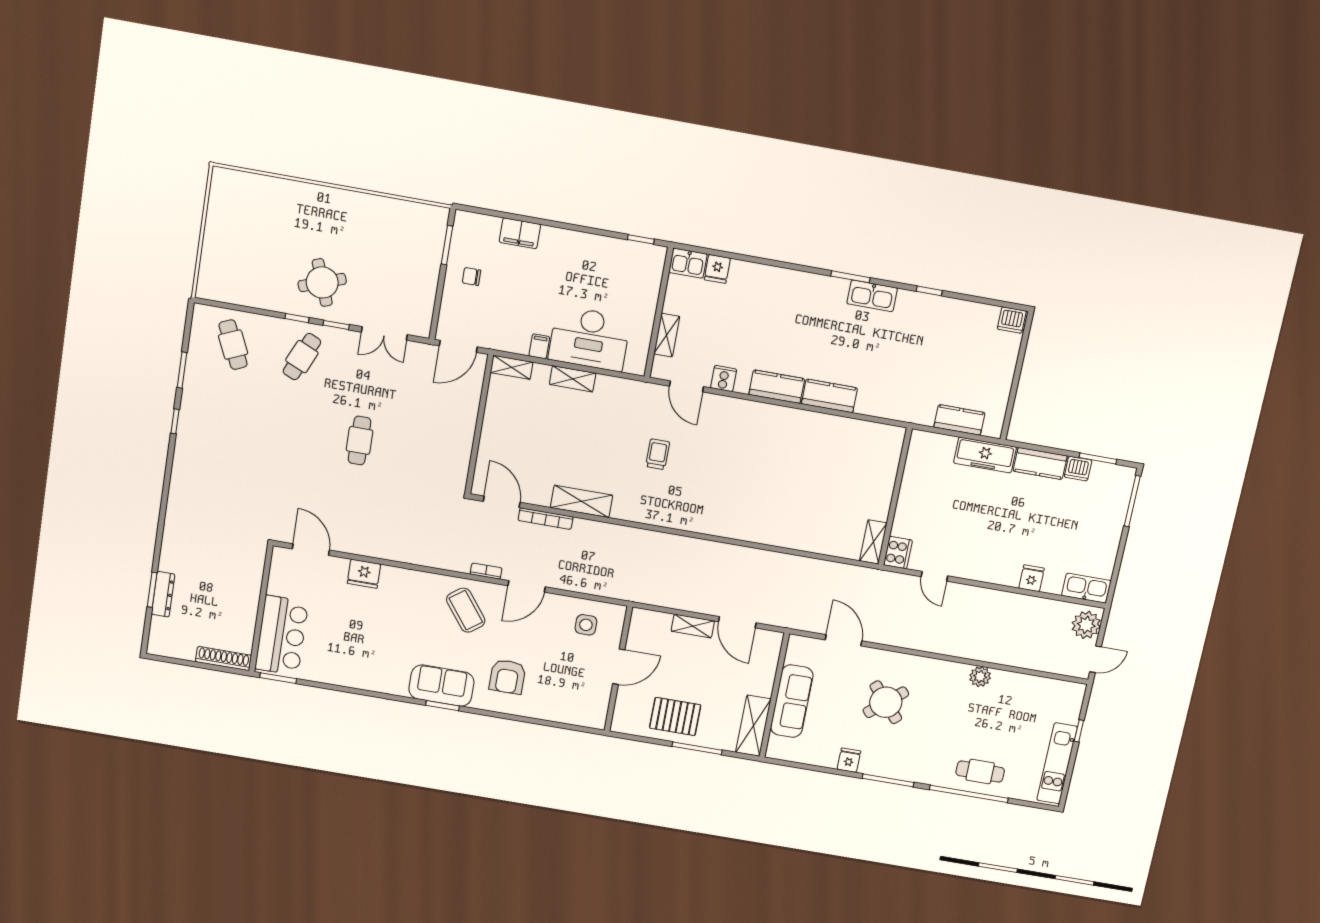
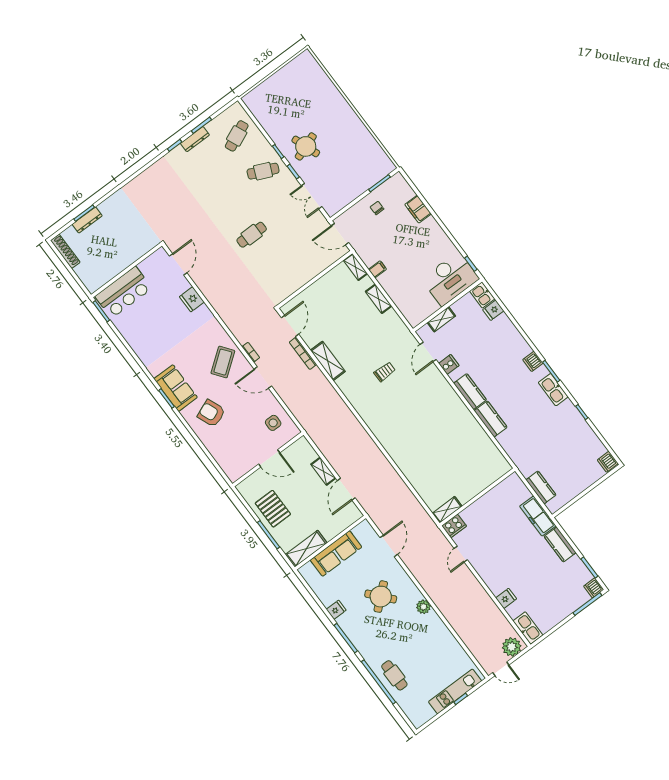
dishwasher: (818, 285) -> (533, 361), added
desk: (589, 339) -> (450, 279), moved, turned -90
dresser: (190, 393) -> (195, 139), added
dishwasher: (1078, 469) -> (594, 588), moved
shoe rack: (224, 659) -> (65, 251), moved
armchair: (507, 677) -> (211, 413), turned 68
plant: (980, 677) -> (423, 607), moved
kitchen unit: (1057, 763) -> (455, 691), moved

